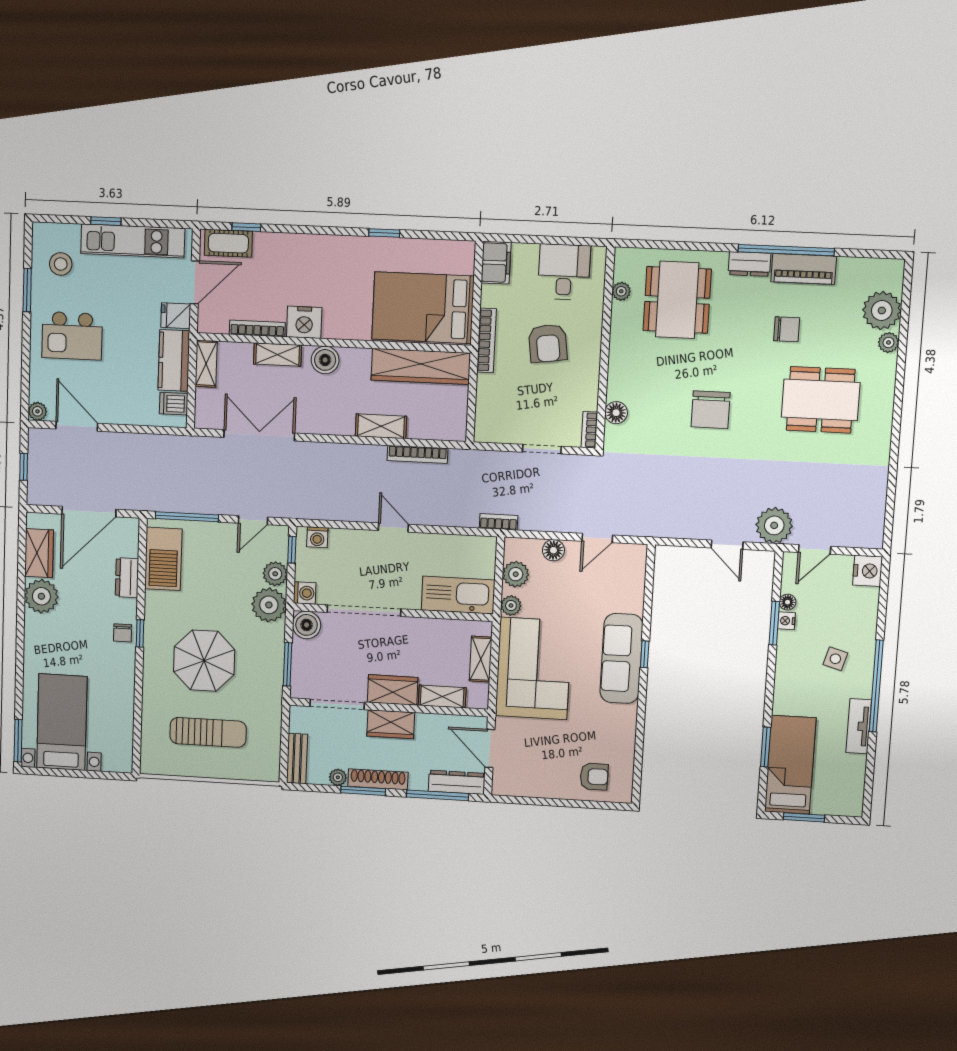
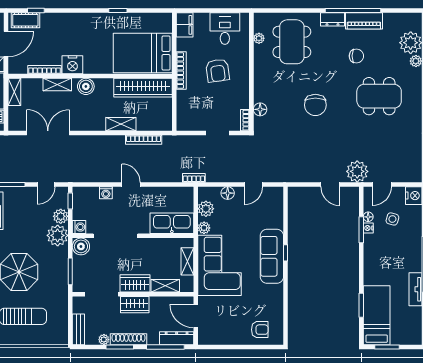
washing machine: (317, 537) -> (106, 193), moved
side table: (835, 659) -> (392, 219), moved

